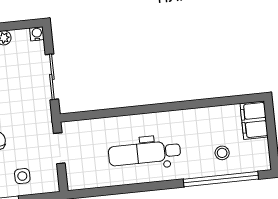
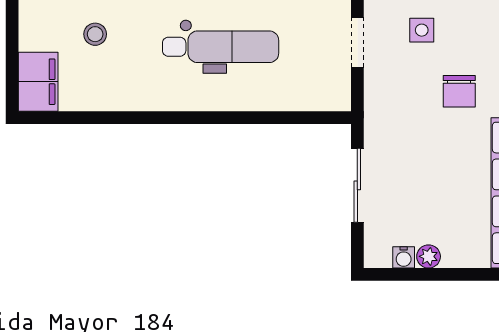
water cooler: (37, 34) -> (404, 257), moved
doorway: (59, 148) -> (357, 42), moved

